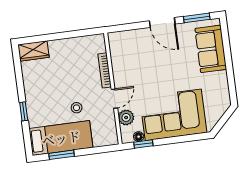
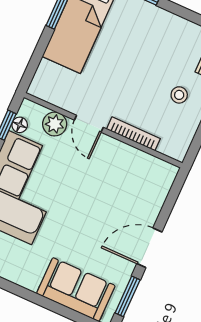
stool: (77, 108) -> (179, 95), moved

